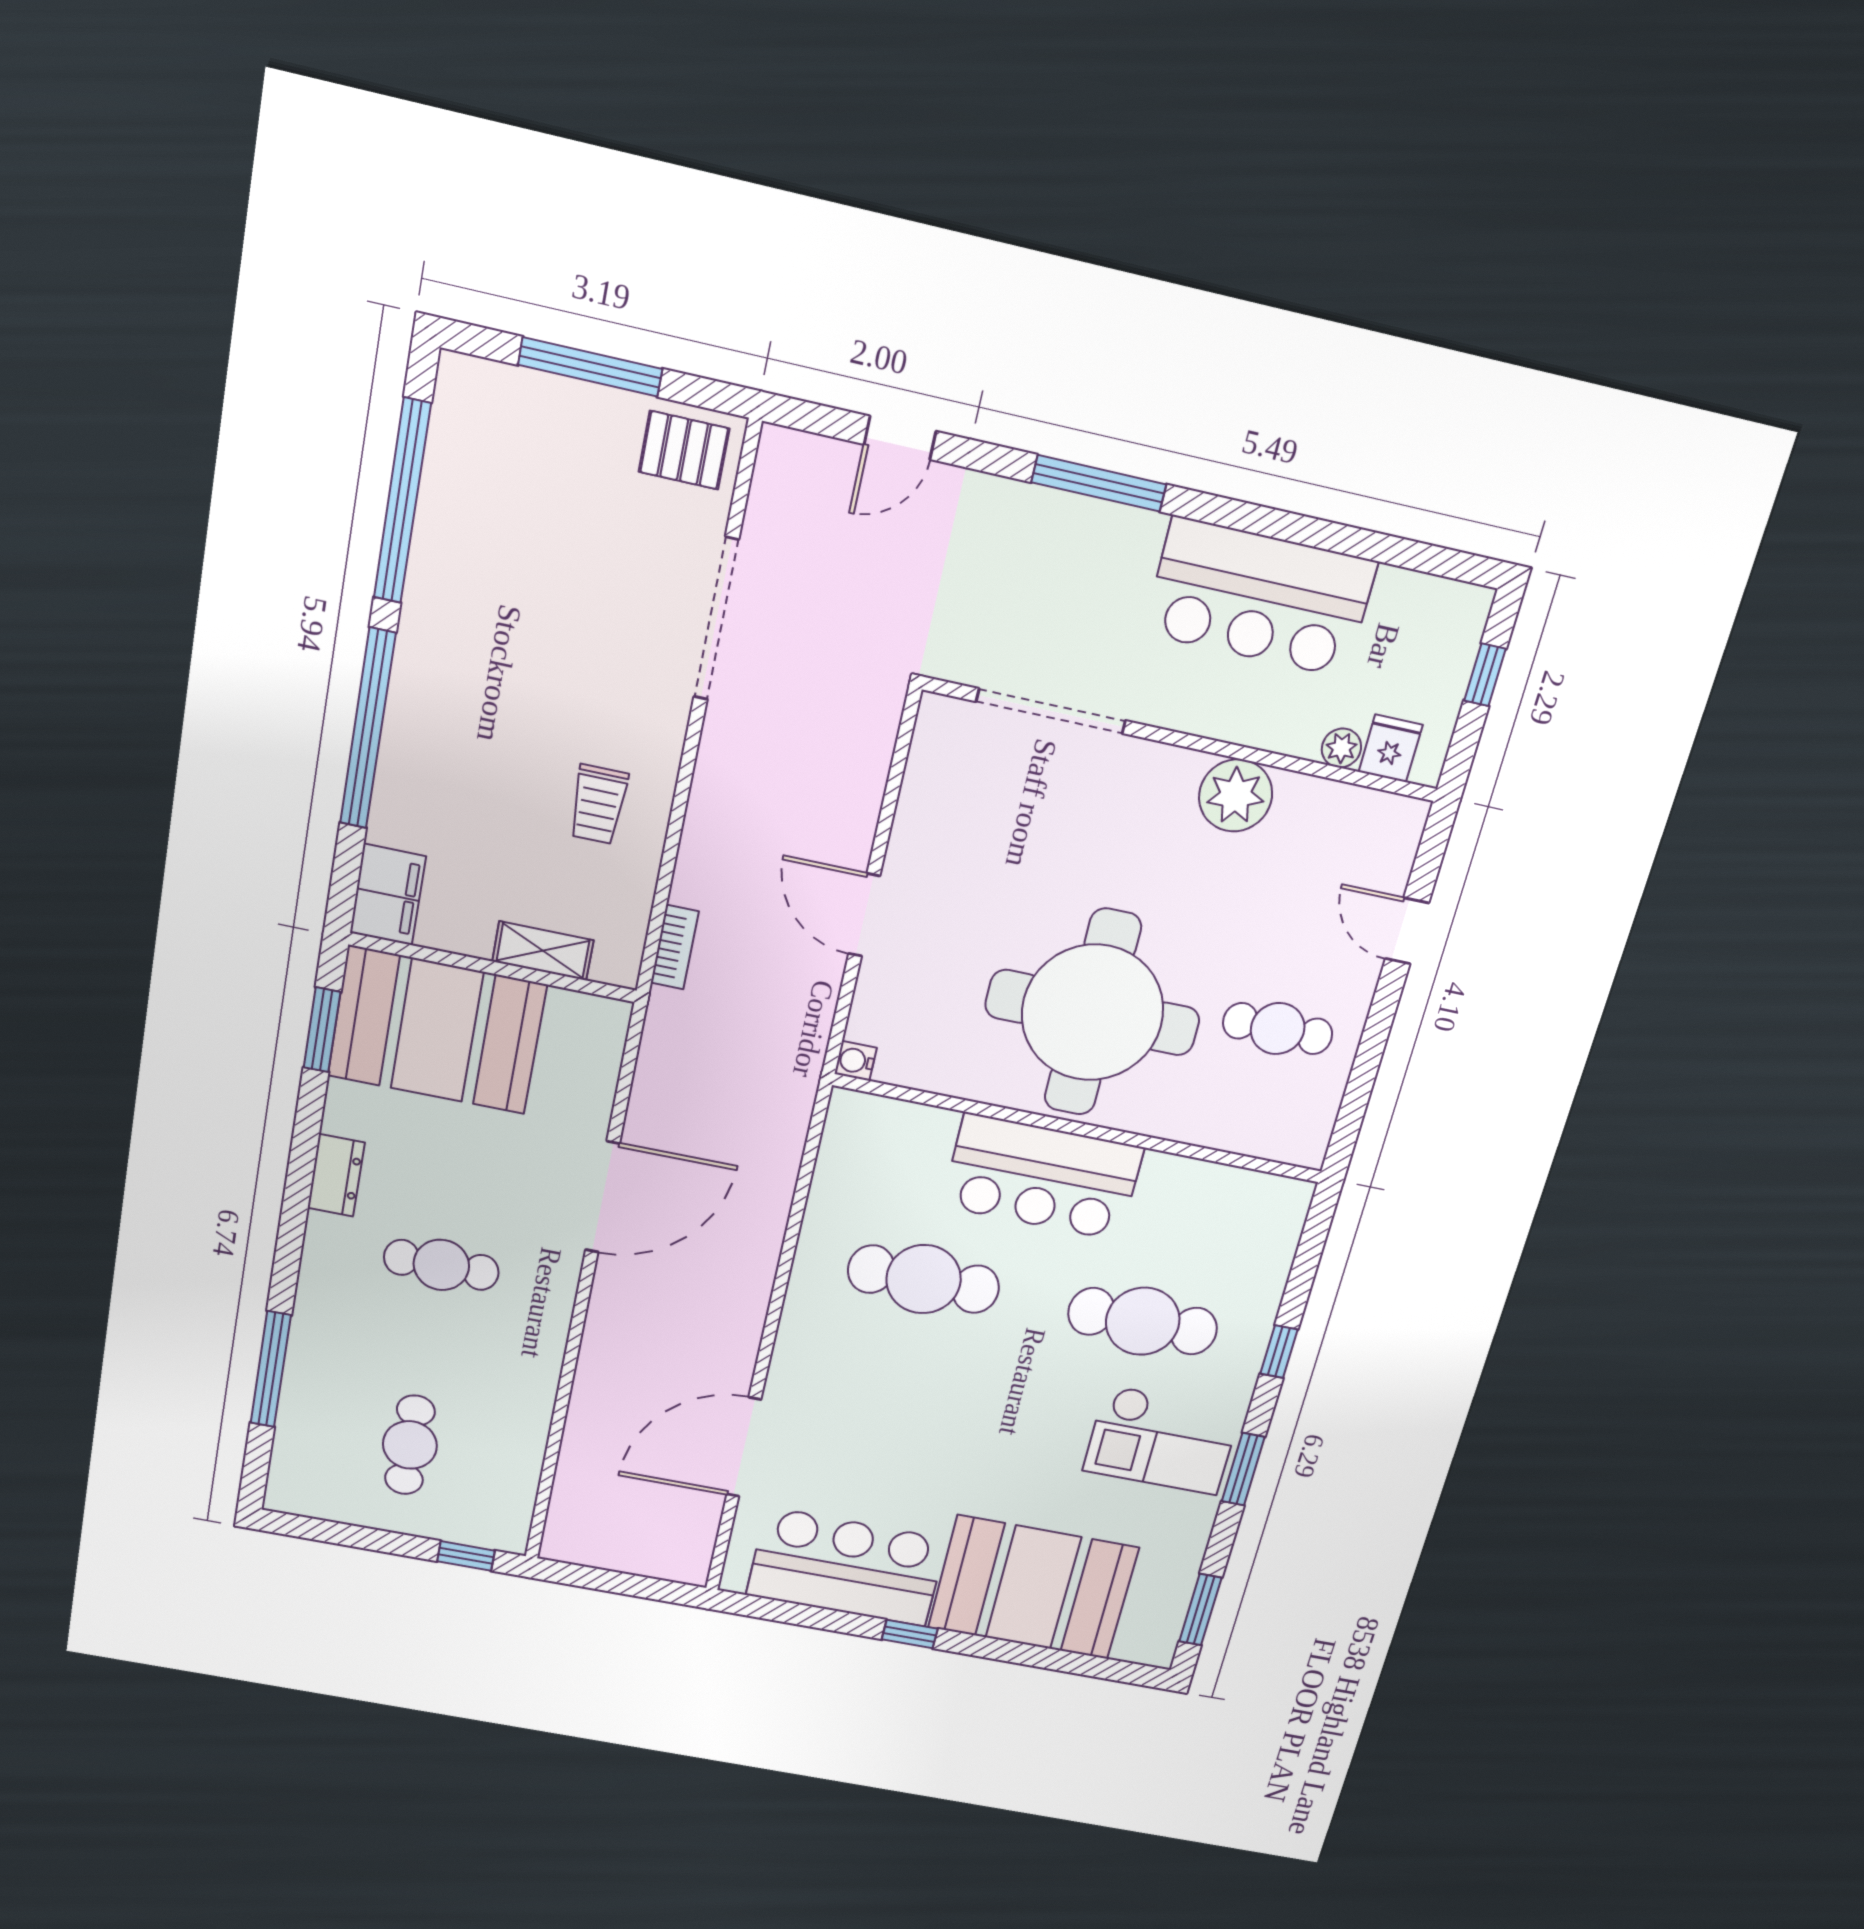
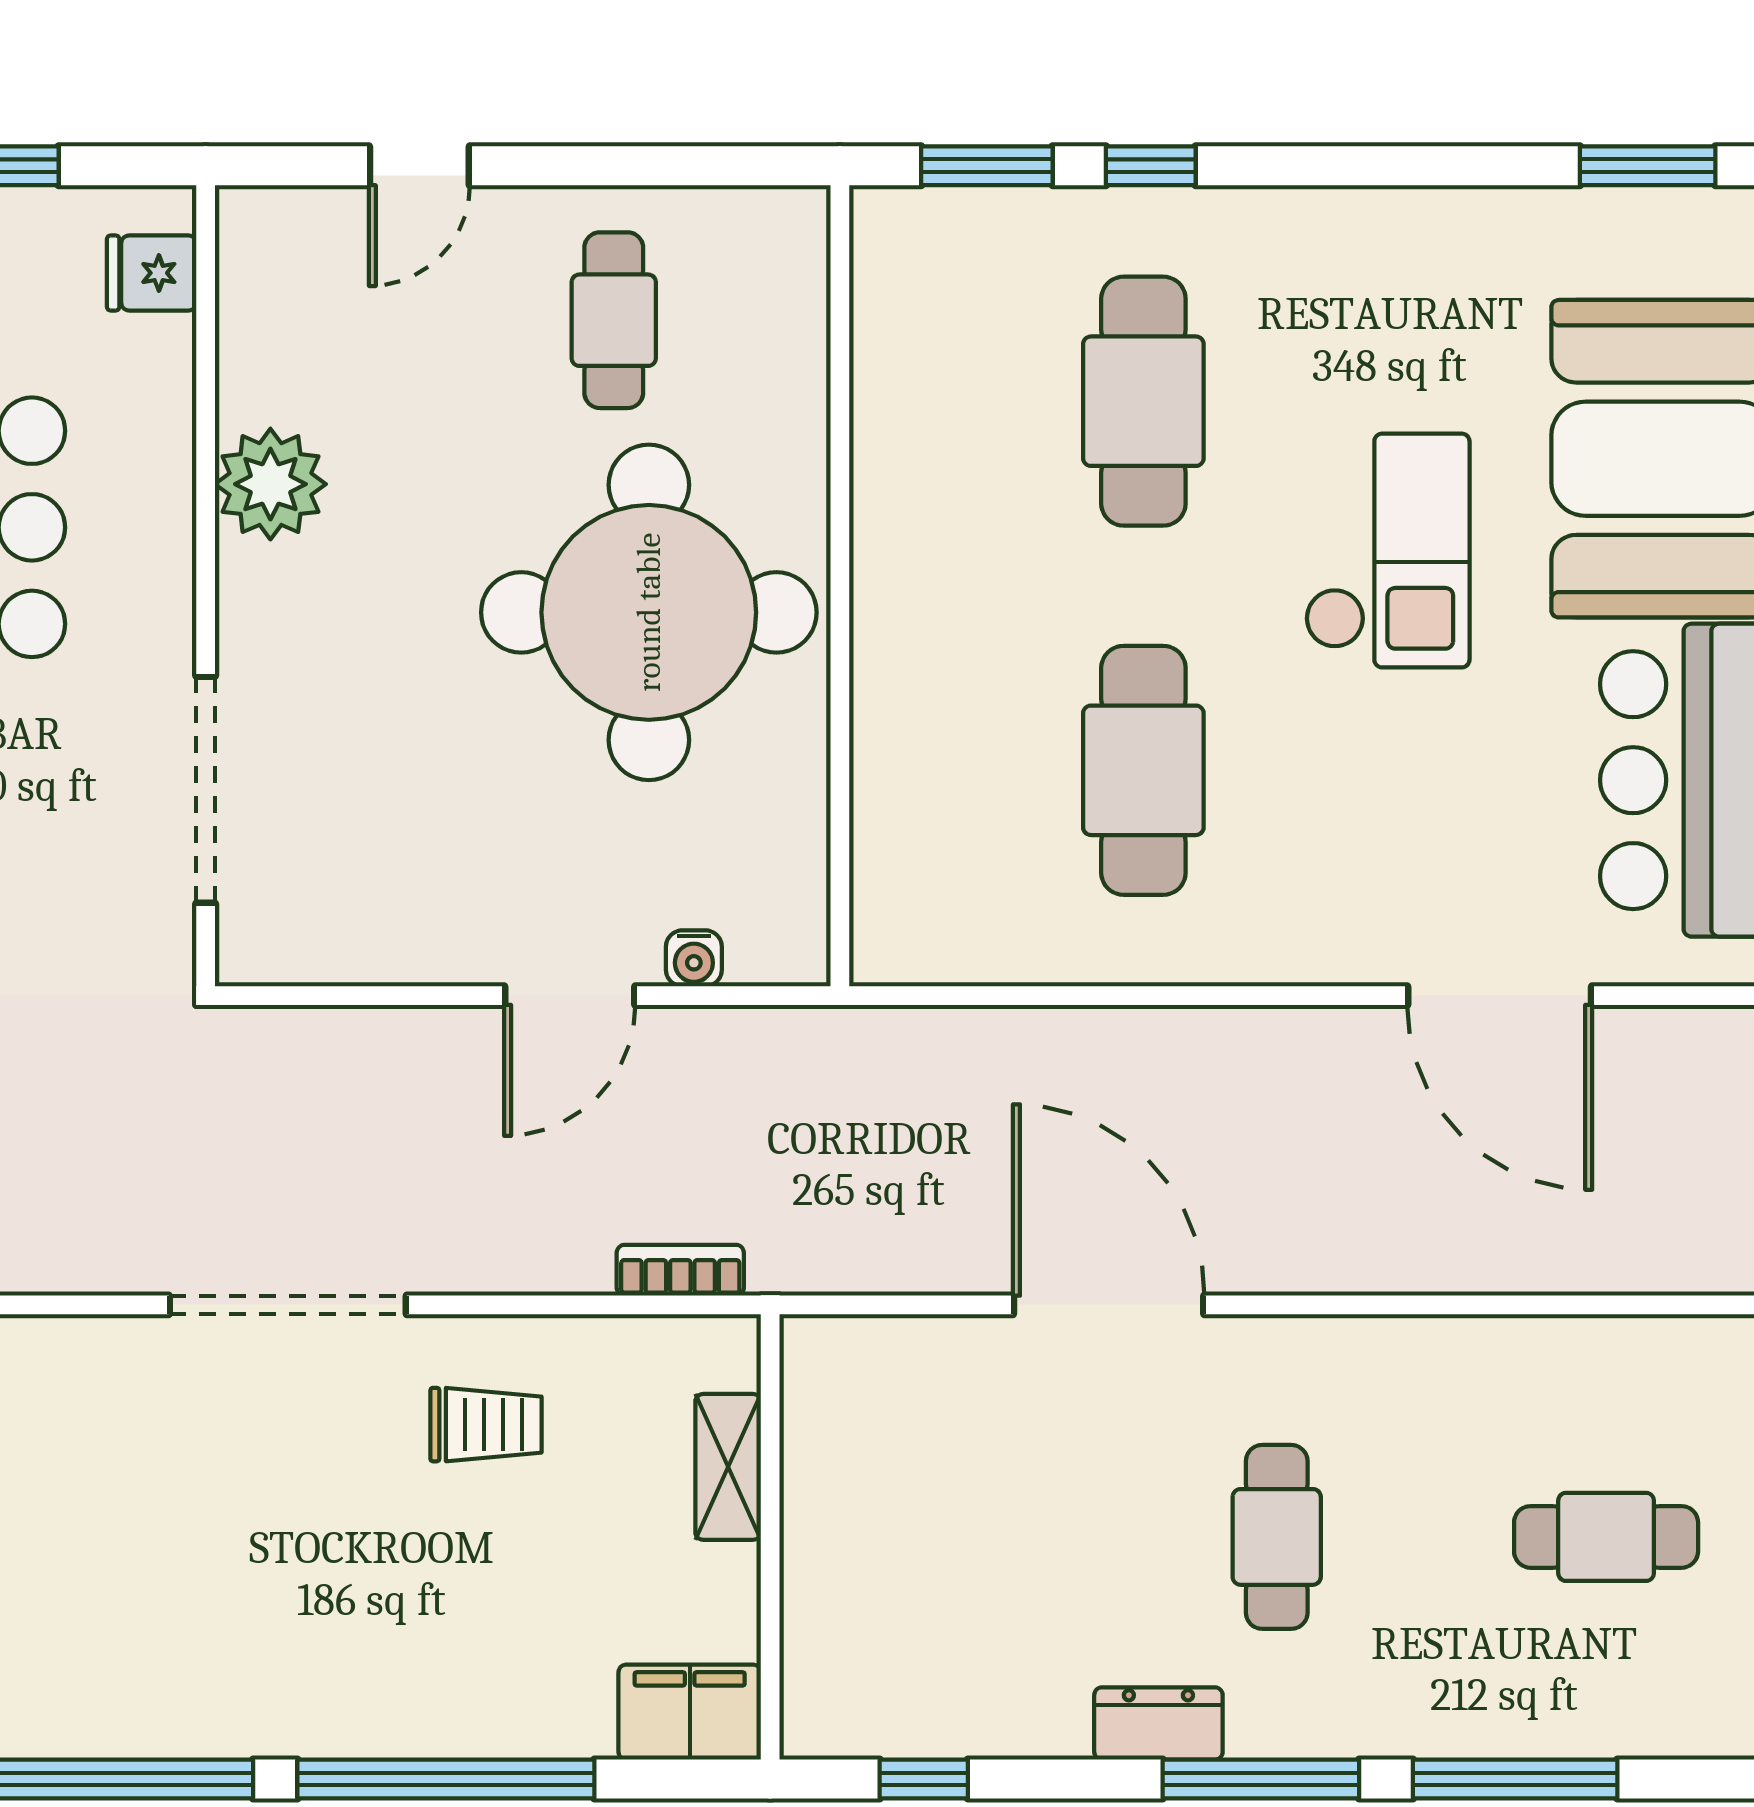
doorway: (716, 619) -> (288, 1305), moved
plant: (1341, 748) -> (167, 346), removed
window: (322, 1030) -> (924, 1779), width x0.67
booth: (437, 1030) -> (888, 1605), removed
water cooler: (855, 1061) -> (694, 958), moved
bar counter: (1043, 1177) -> (931, 623), removed
window: (292, 1227) -> (1261, 1779), added
checkout: (1162, 1440) -> (1387, 551), moved
window: (1243, 1469) -> (987, 166), moved

